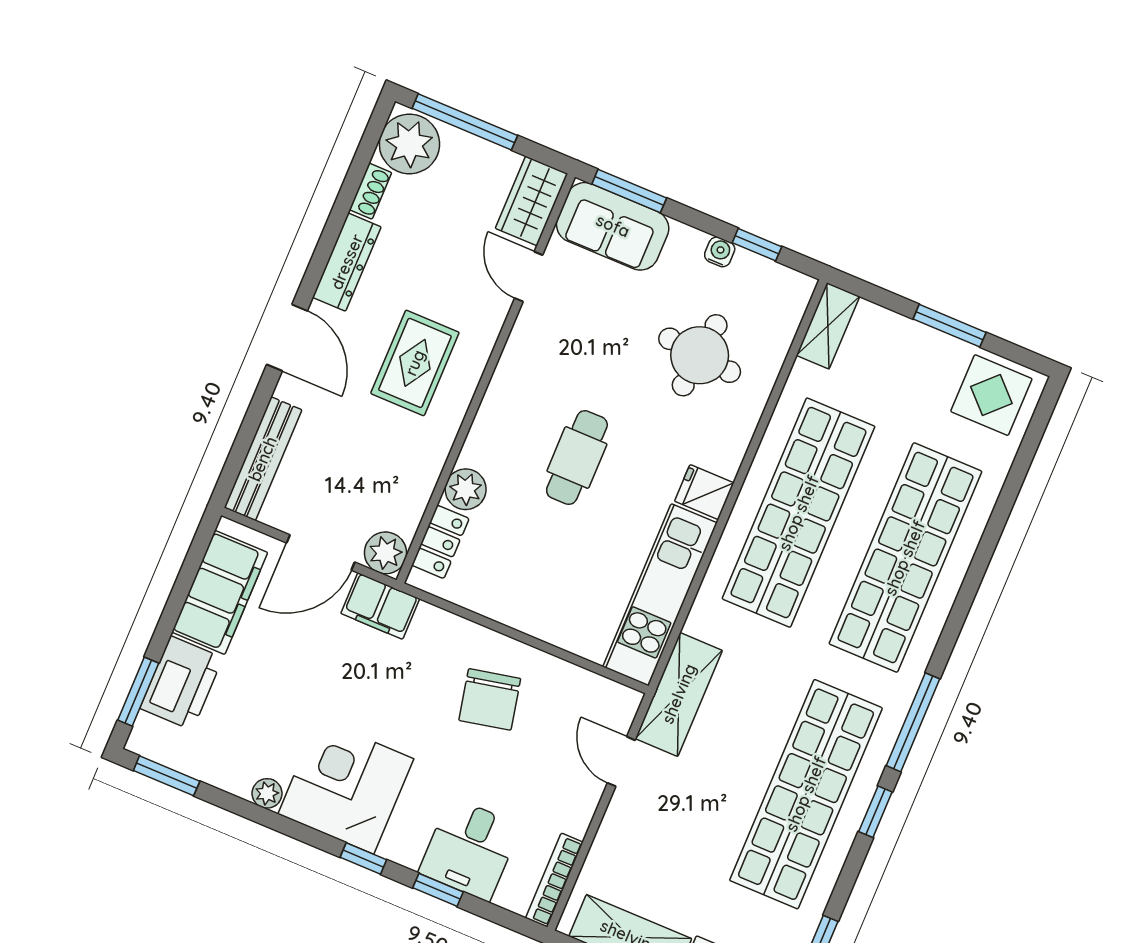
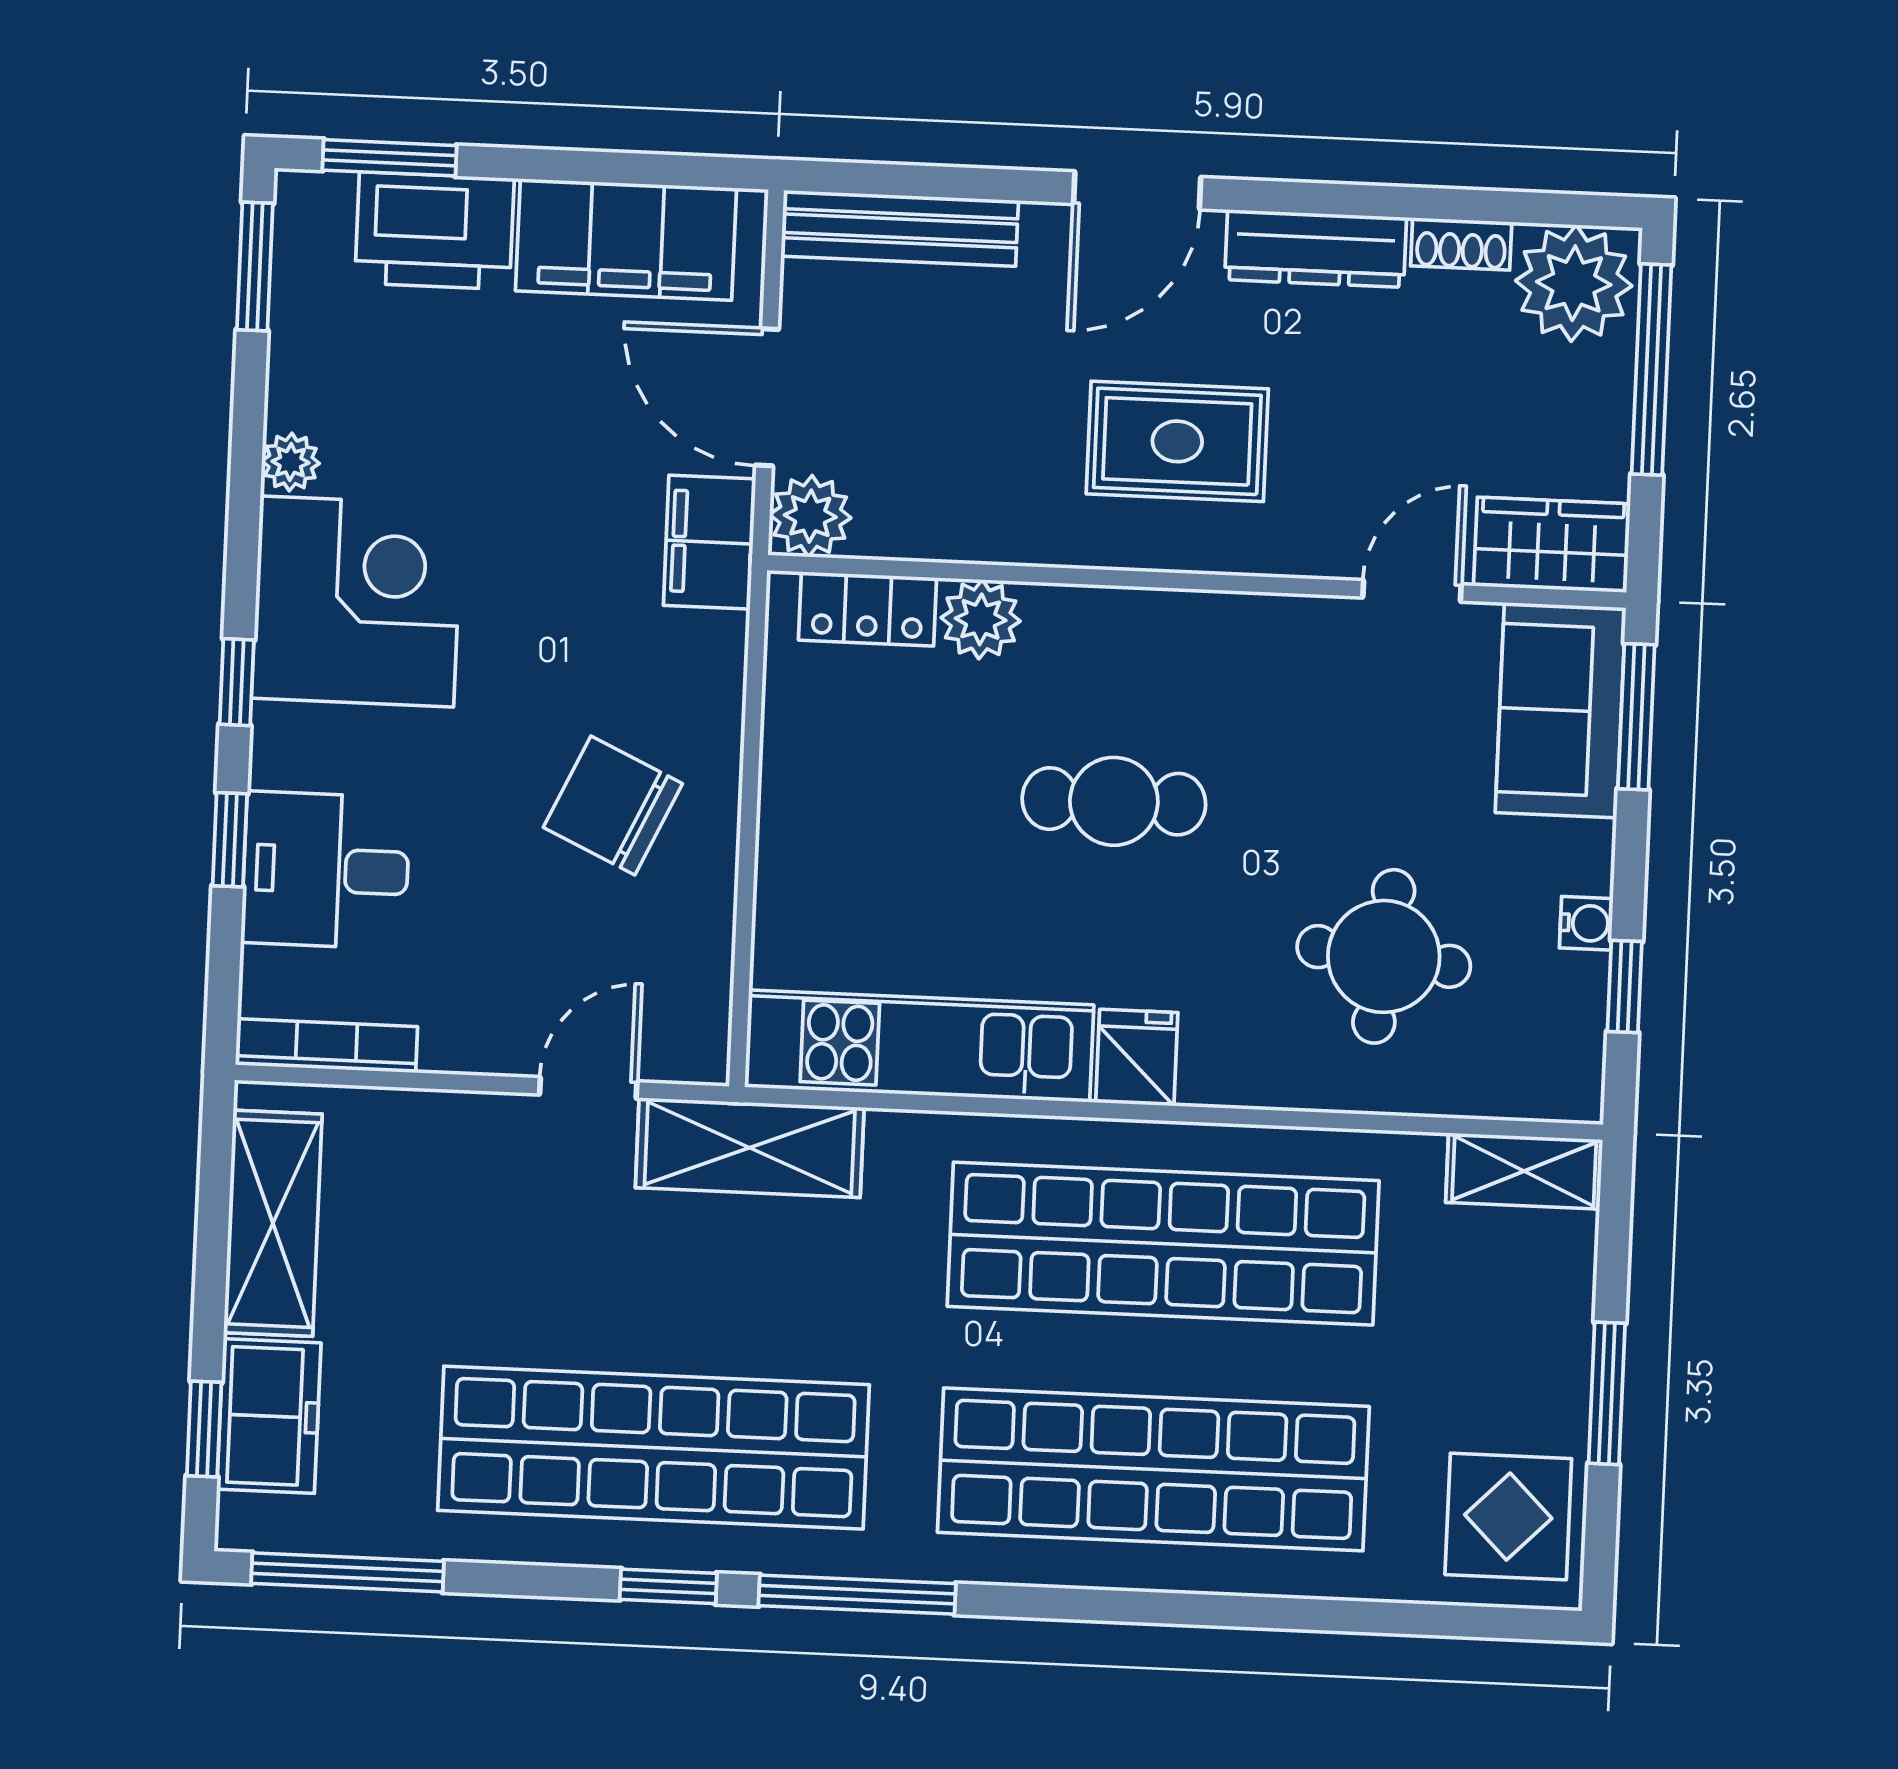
chair: (490, 699) -> (613, 805), turned 37

